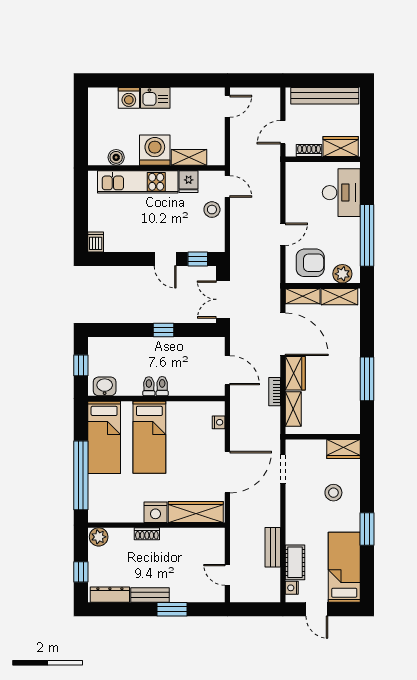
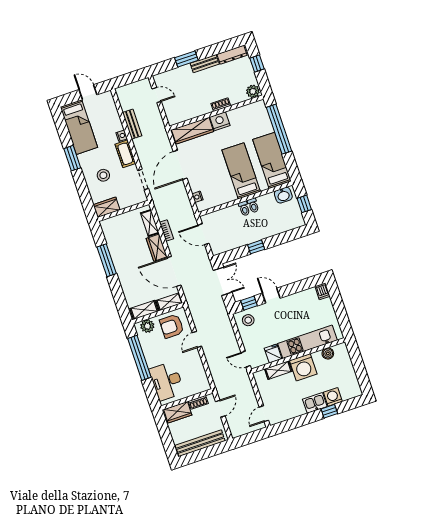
window: (140, 80) -> (329, 411), added
stool: (212, 210) -> (248, 320), moved
cot: (295, 562) -> (125, 154), moved
nightstand: (292, 588) -> (122, 136), moved

